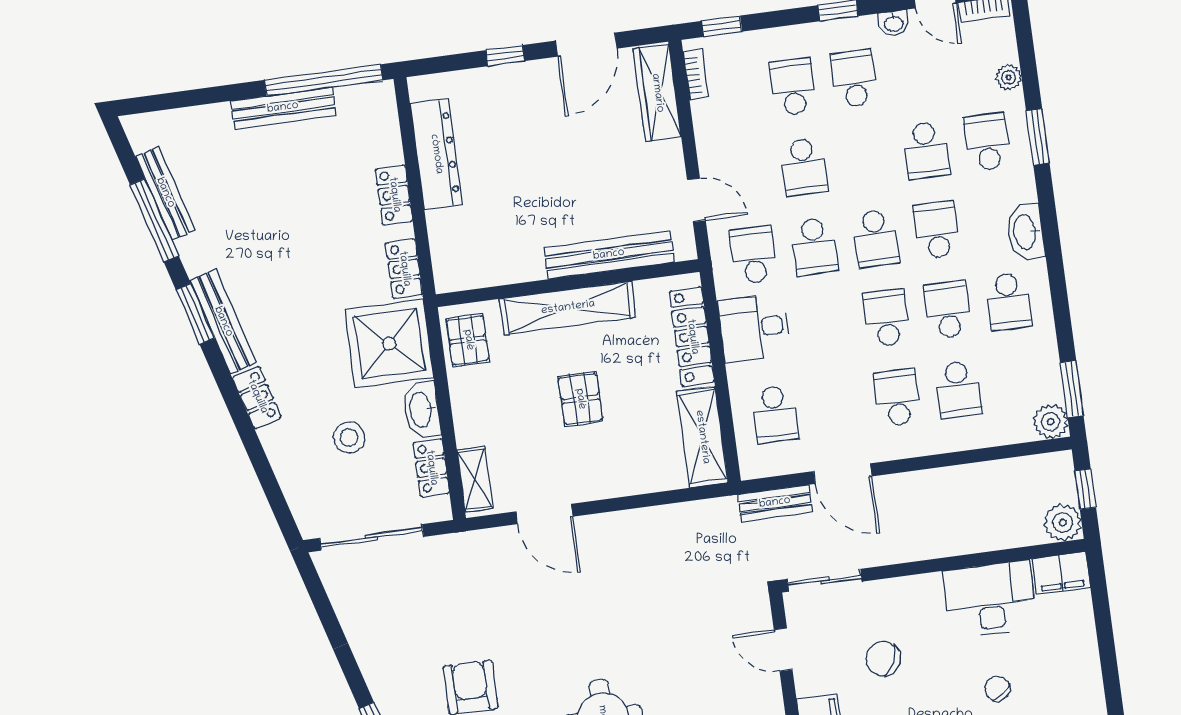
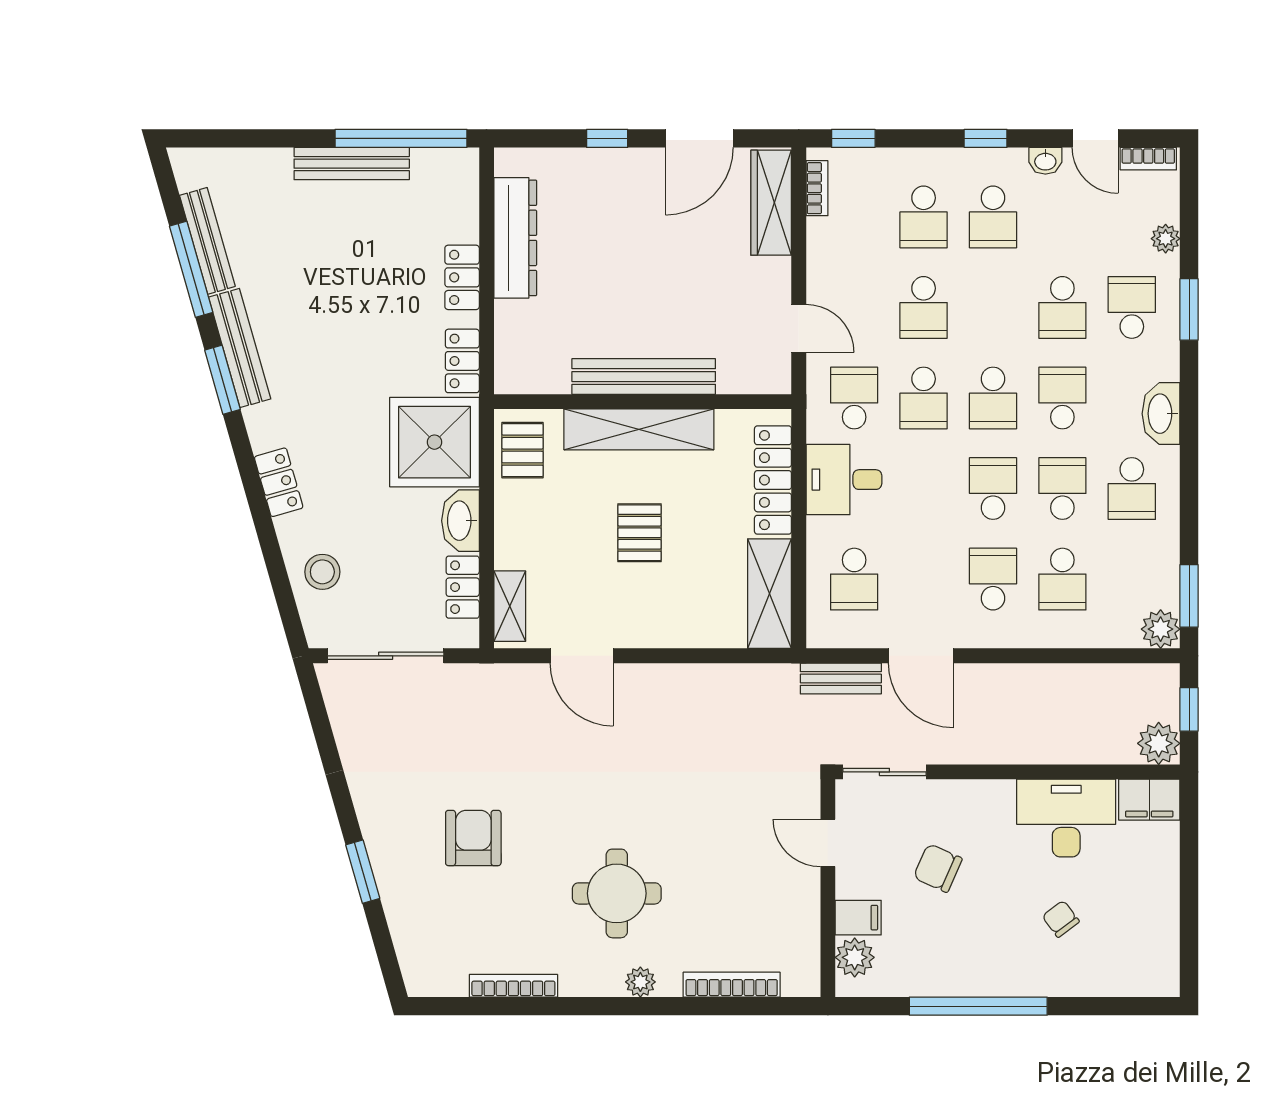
school desk: (854, 79) -> (993, 217), turned 180
school desk: (793, 87) -> (924, 217), turned 180
bench: (609, 255) -> (644, 377), moved
bench: (223, 322) -> (240, 348), moved
stool: (349, 437) -> (322, 572), moved

